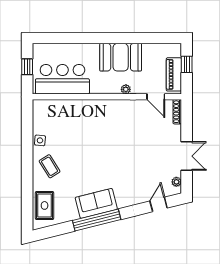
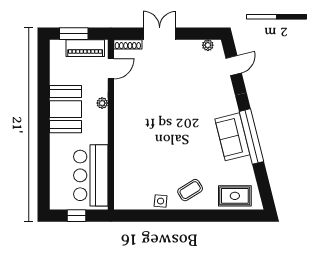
window: (187, 64) -> (74, 34), width x1.50
double door: (187, 156) -> (160, 34), moved
door: (159, 204) -> (234, 66), swing flipped

